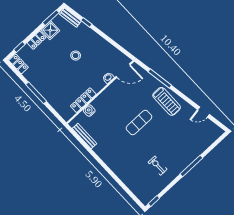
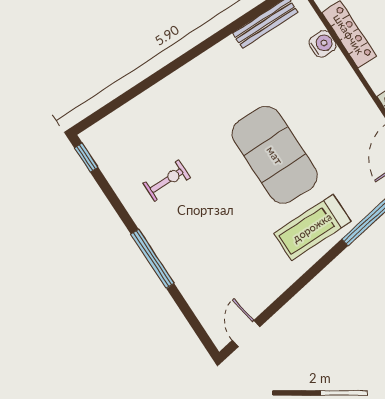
door: (203, 112) -> (246, 333), moved
exercise mat: (139, 122) -> (275, 155), width x2.00, depth x1.45

